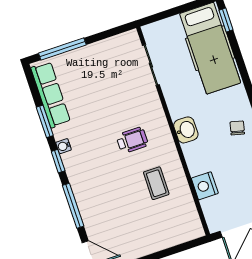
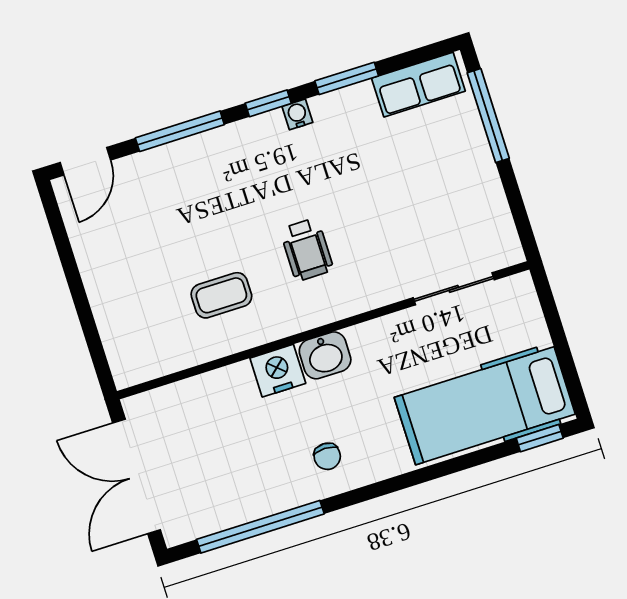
row of seats: (51, 95) -> (418, 85), width x0.68
chair: (237, 128) -> (327, 456), turned 76
nightstand: (205, 186) -> (278, 371), moved

